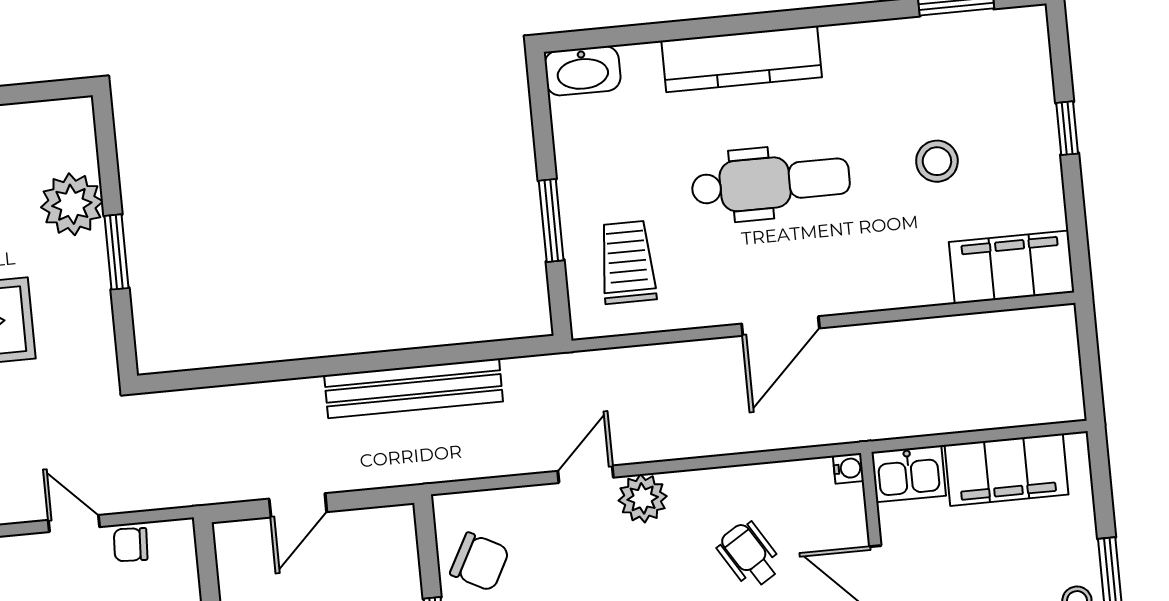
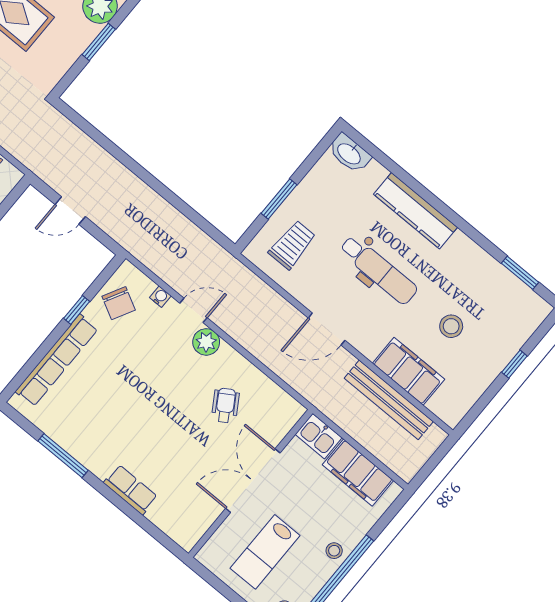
filing cabinet: (1012, 267) -> (409, 371), moved
bench: (414, 388) -> (389, 400), moved
water cooler: (848, 468) -> (160, 297), moved, turned -90

